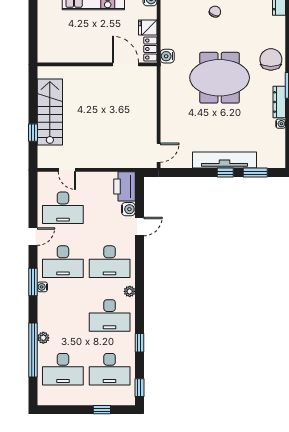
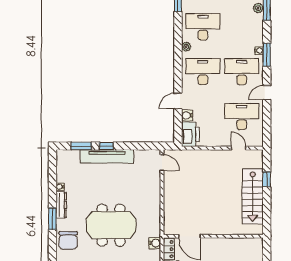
door: (159, 153) -> (162, 163), swing flipped

